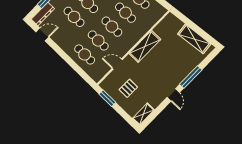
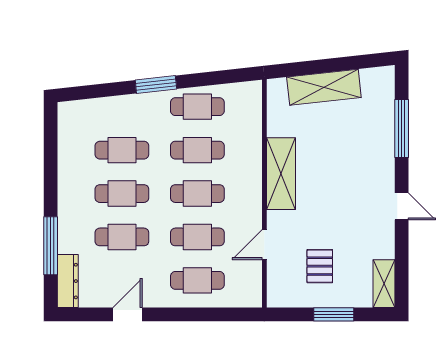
door: (42, 34) -> (127, 314), moved
shelving: (194, 39) -> (324, 87), moved
window: (191, 77) -> (402, 128), moved
window: (107, 98) -> (334, 314), moved

